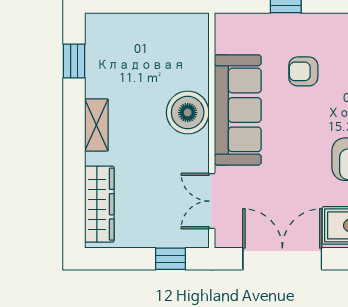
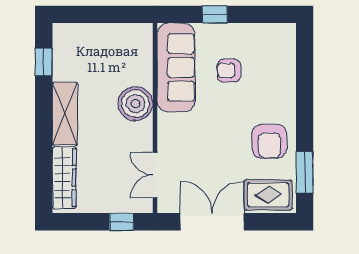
sofa: (238, 110) -> (176, 67), moved
shelving: (96, 125) -> (65, 114), width x1.50, depth x1.33

